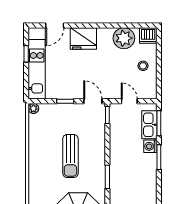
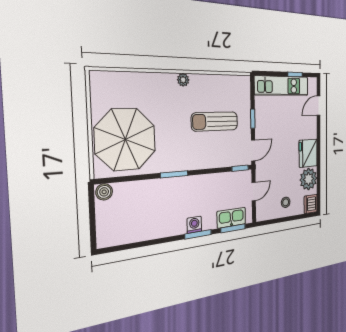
door: (55, 25) -> (318, 106), hinge flipped
fridge: (83, 38) -> (308, 153), moved
plant: (33, 109) -> (183, 80), moved
washing machine: (150, 146) -> (194, 225), moved
sun lounger: (70, 156) -> (215, 121), moved

